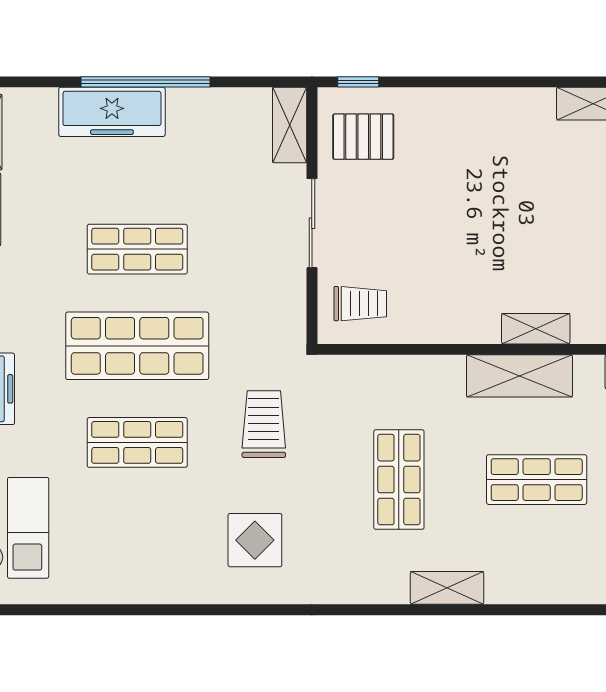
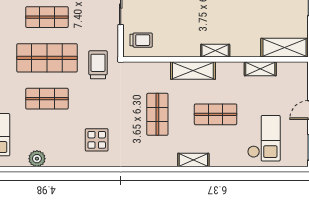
shelving: (519, 376) -> (193, 71), moved
trolley: (264, 424) -> (98, 65), moved
plant: (113, 585) -> (37, 159), added
shelving: (447, 588) -> (193, 160), moved

